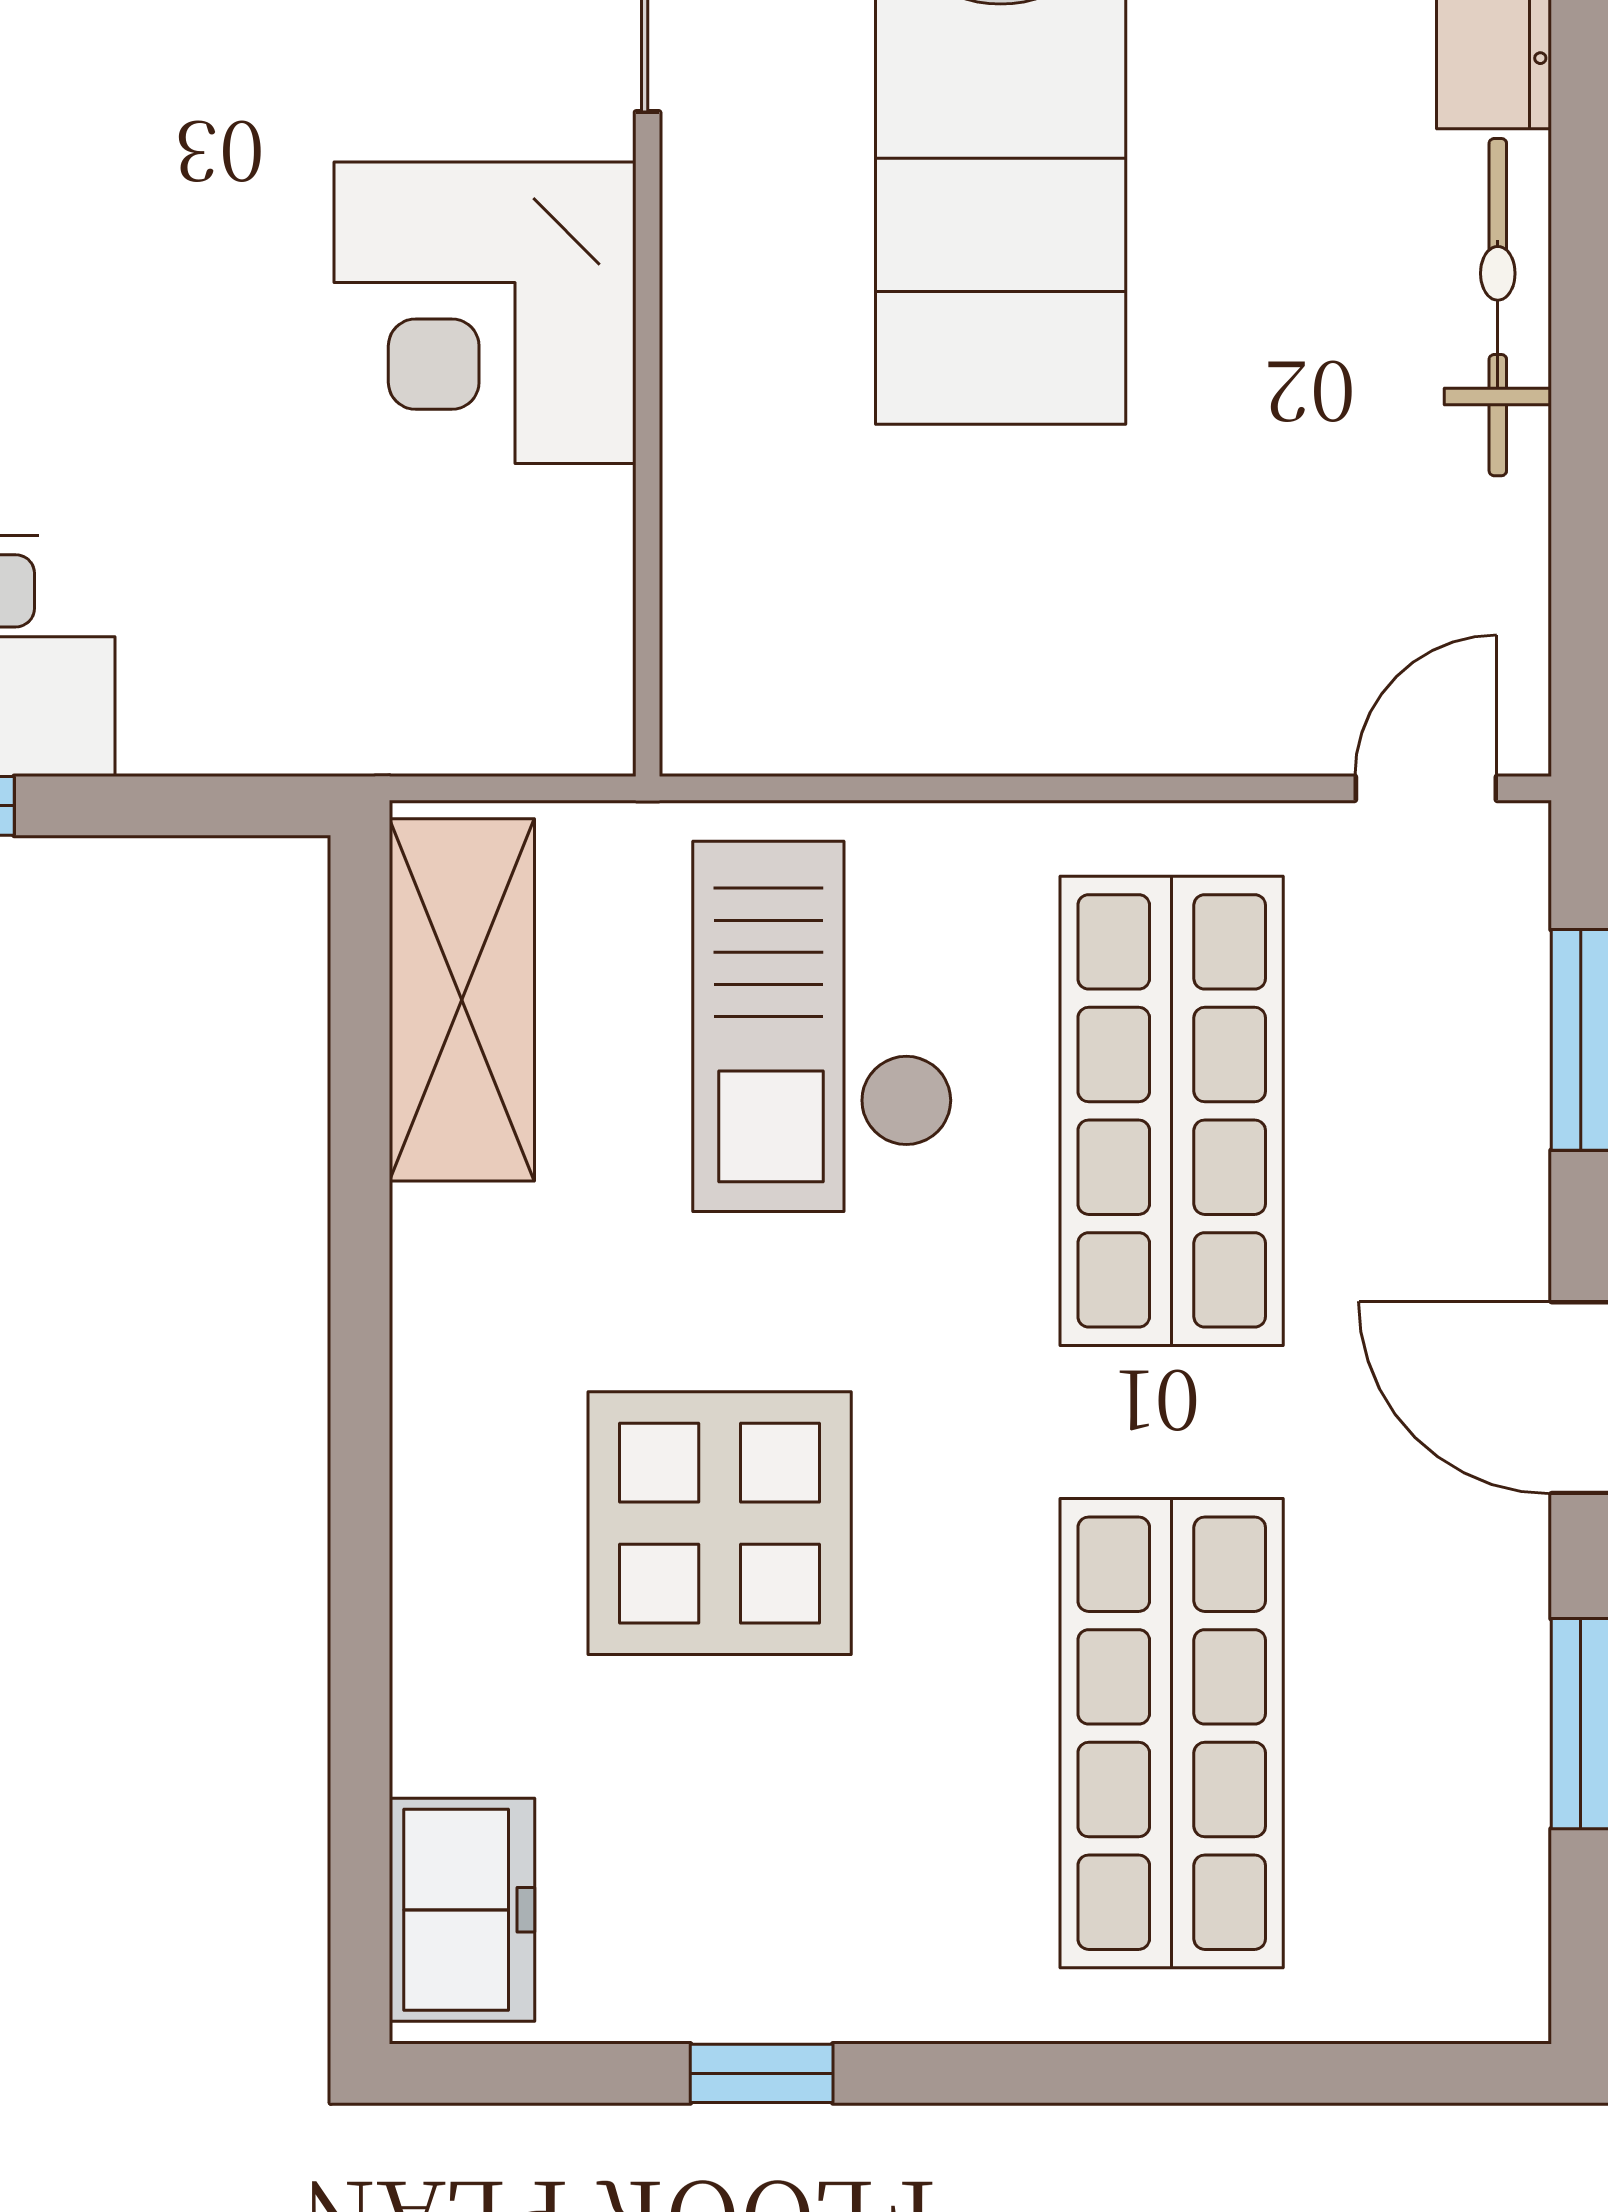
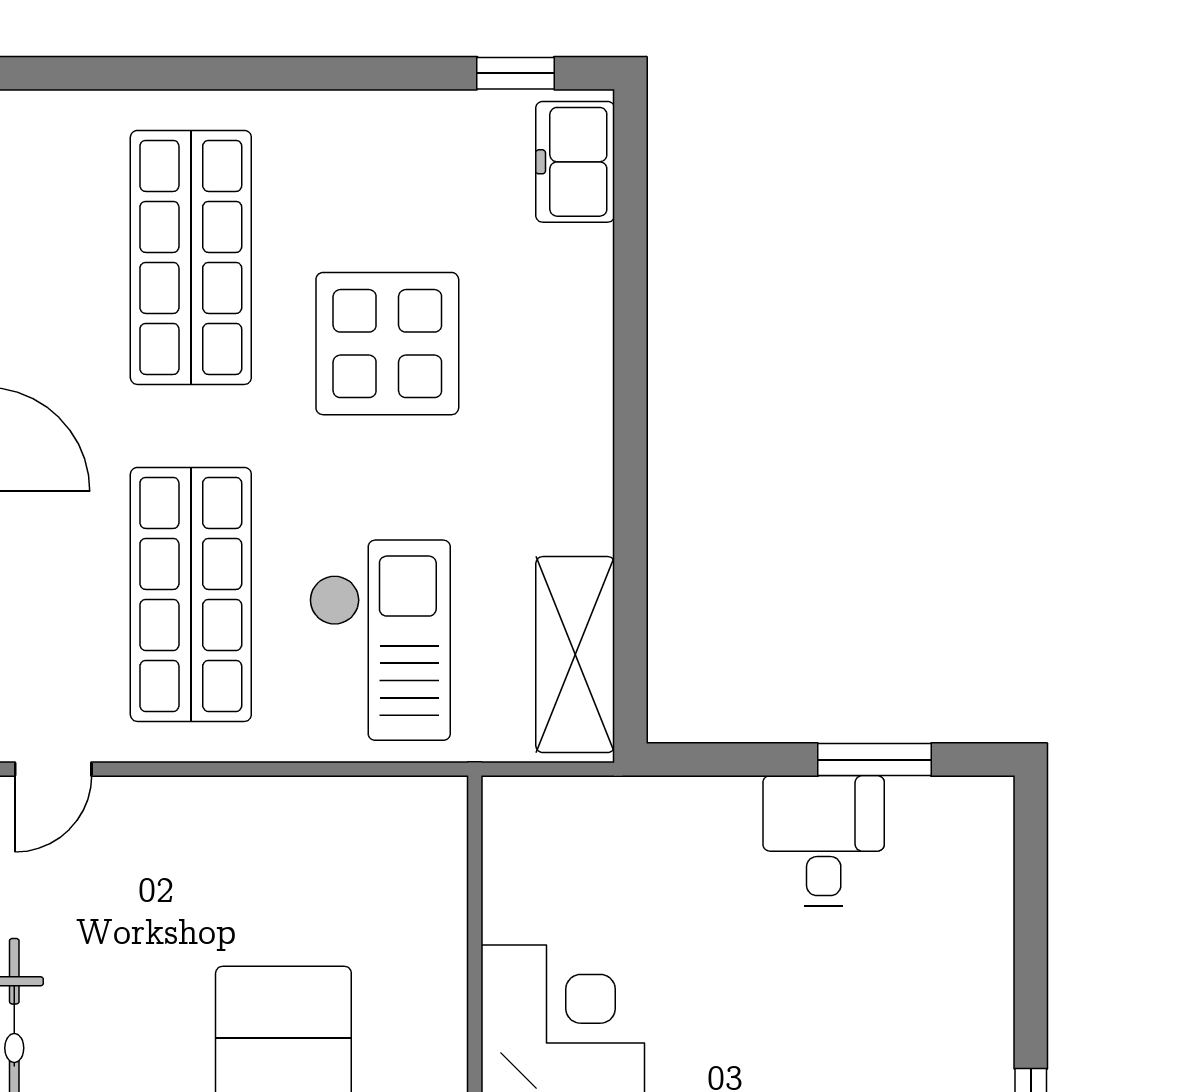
display table: (720, 1523) -> (387, 344), moved
window: (762, 2073) -> (516, 73), moved

